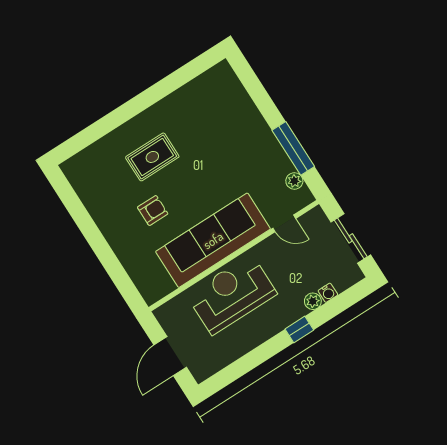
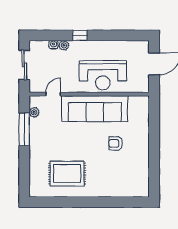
rug: (152, 157) -> (67, 174), moved, width x1.36, depth x1.43
door: (284, 223) -> (53, 94), hinge flipped

